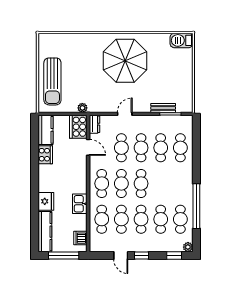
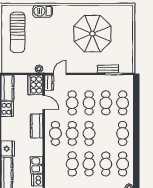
barbecue: (181, 40) -> (43, 11), moved
parasol: (125, 61) -> (92, 34), moved
sun lounger: (52, 81) -> (18, 32), moved
door: (125, 114) -> (60, 74), moved
kitchen counter: (80, 175) -> (37, 126), added
kitchen sink: (80, 204) -> (37, 165), moved
window: (196, 206) -> (136, 153), removed
cafe table: (102, 219) -> (123, 133), moved

